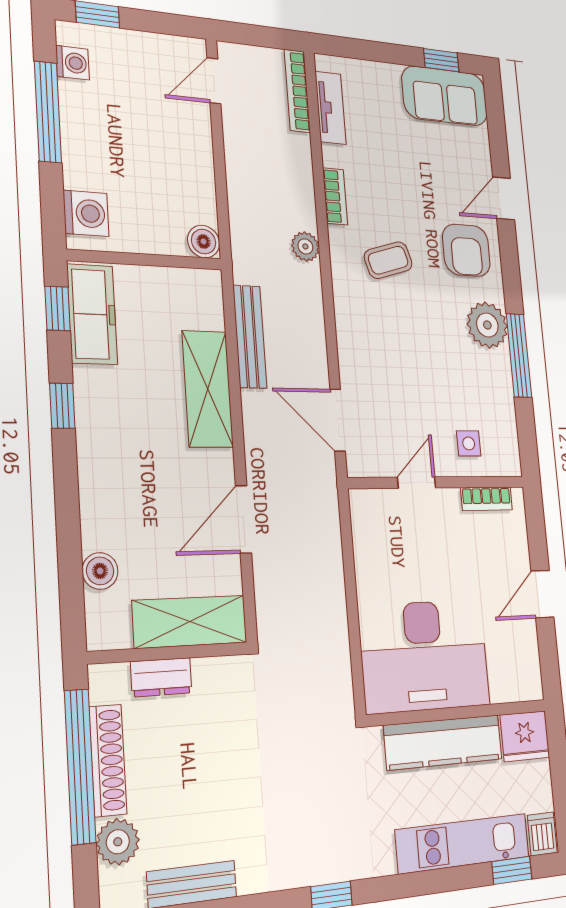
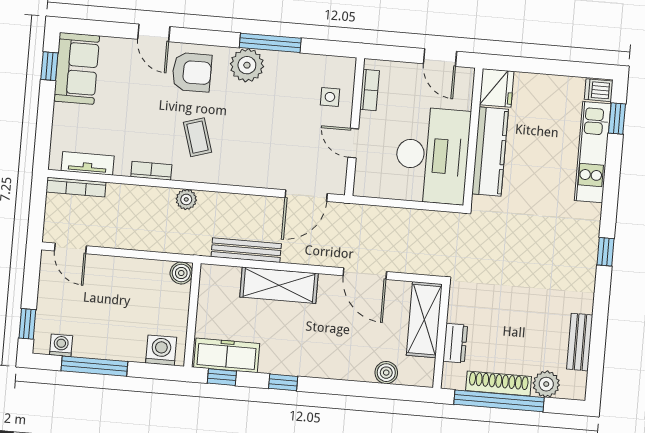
desk: (424, 656) -> (432, 155), moved
wall: (458, 713) -> (473, 137), moved
fridge: (525, 736) -> (497, 88), moved
kitchen counter: (443, 742) -> (490, 152), moved

